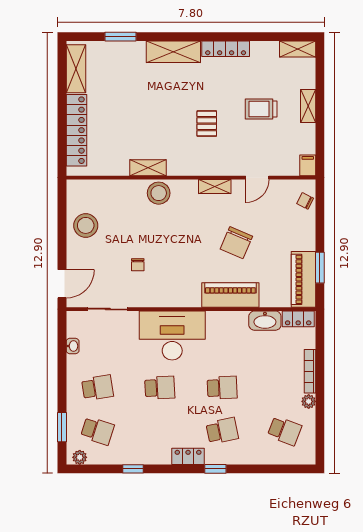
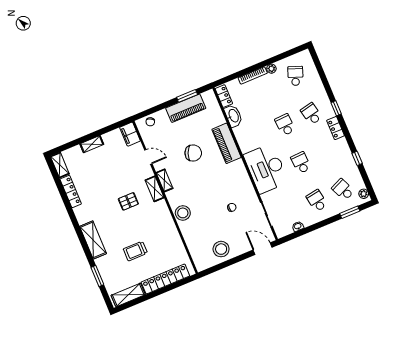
locker: (226, 49) -> (71, 191), moved
trolley: (261, 109) -> (135, 251), moved, turned 90
filing cabinet: (308, 165) -> (130, 134), width x2.00
shelving: (148, 168) -> (155, 189), moved
piano: (303, 279) -> (186, 108), moved
school desk: (97, 431) -> (343, 190), turned -42

